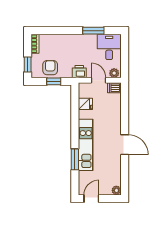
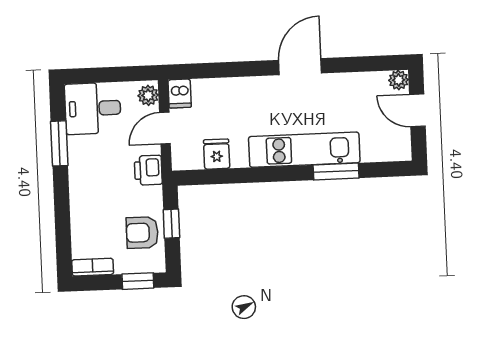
door: (91, 199) -> (417, 110), moved

